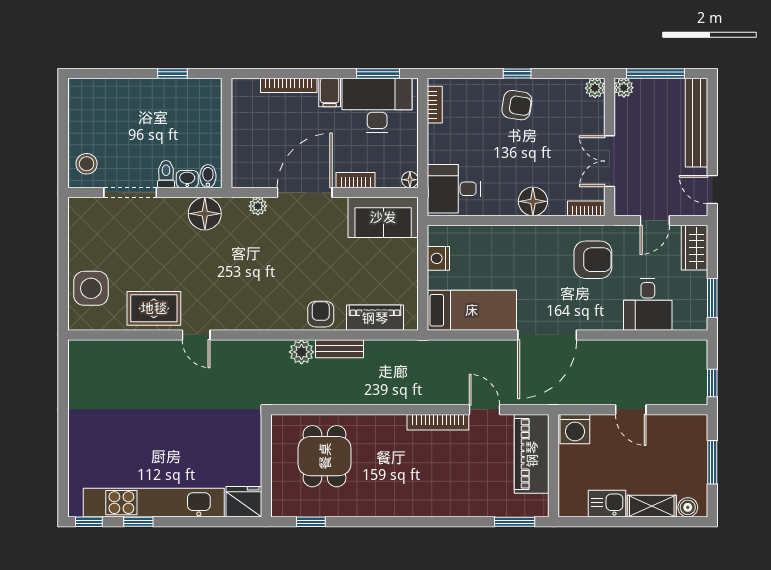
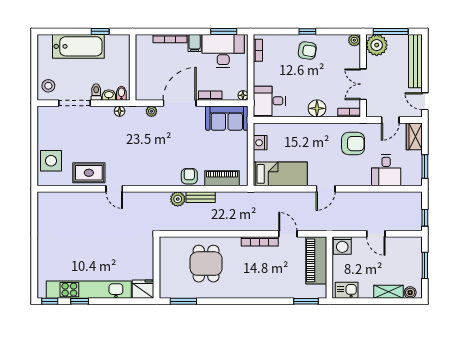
plant: (624, 88) -> (377, 45), width x1.87, depth x1.87
bathtub: (136, 98) -> (78, 46), added
floor lamp: (205, 214) -> (120, 111), width x0.53, depth x0.53
door: (547, 335) -> (326, 189), width x0.53
dining table: (325, 456) -> (206, 264), moved
kitchen sink: (607, 504) -> (347, 290), moved
window: (311, 522) -> (183, 301), width x1.50

